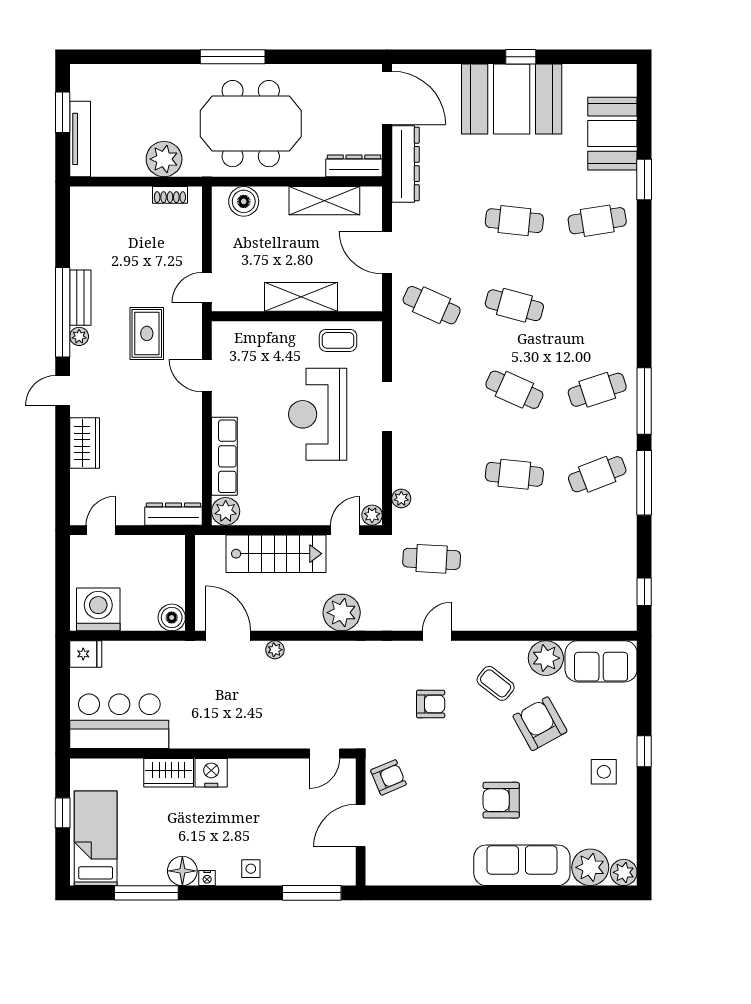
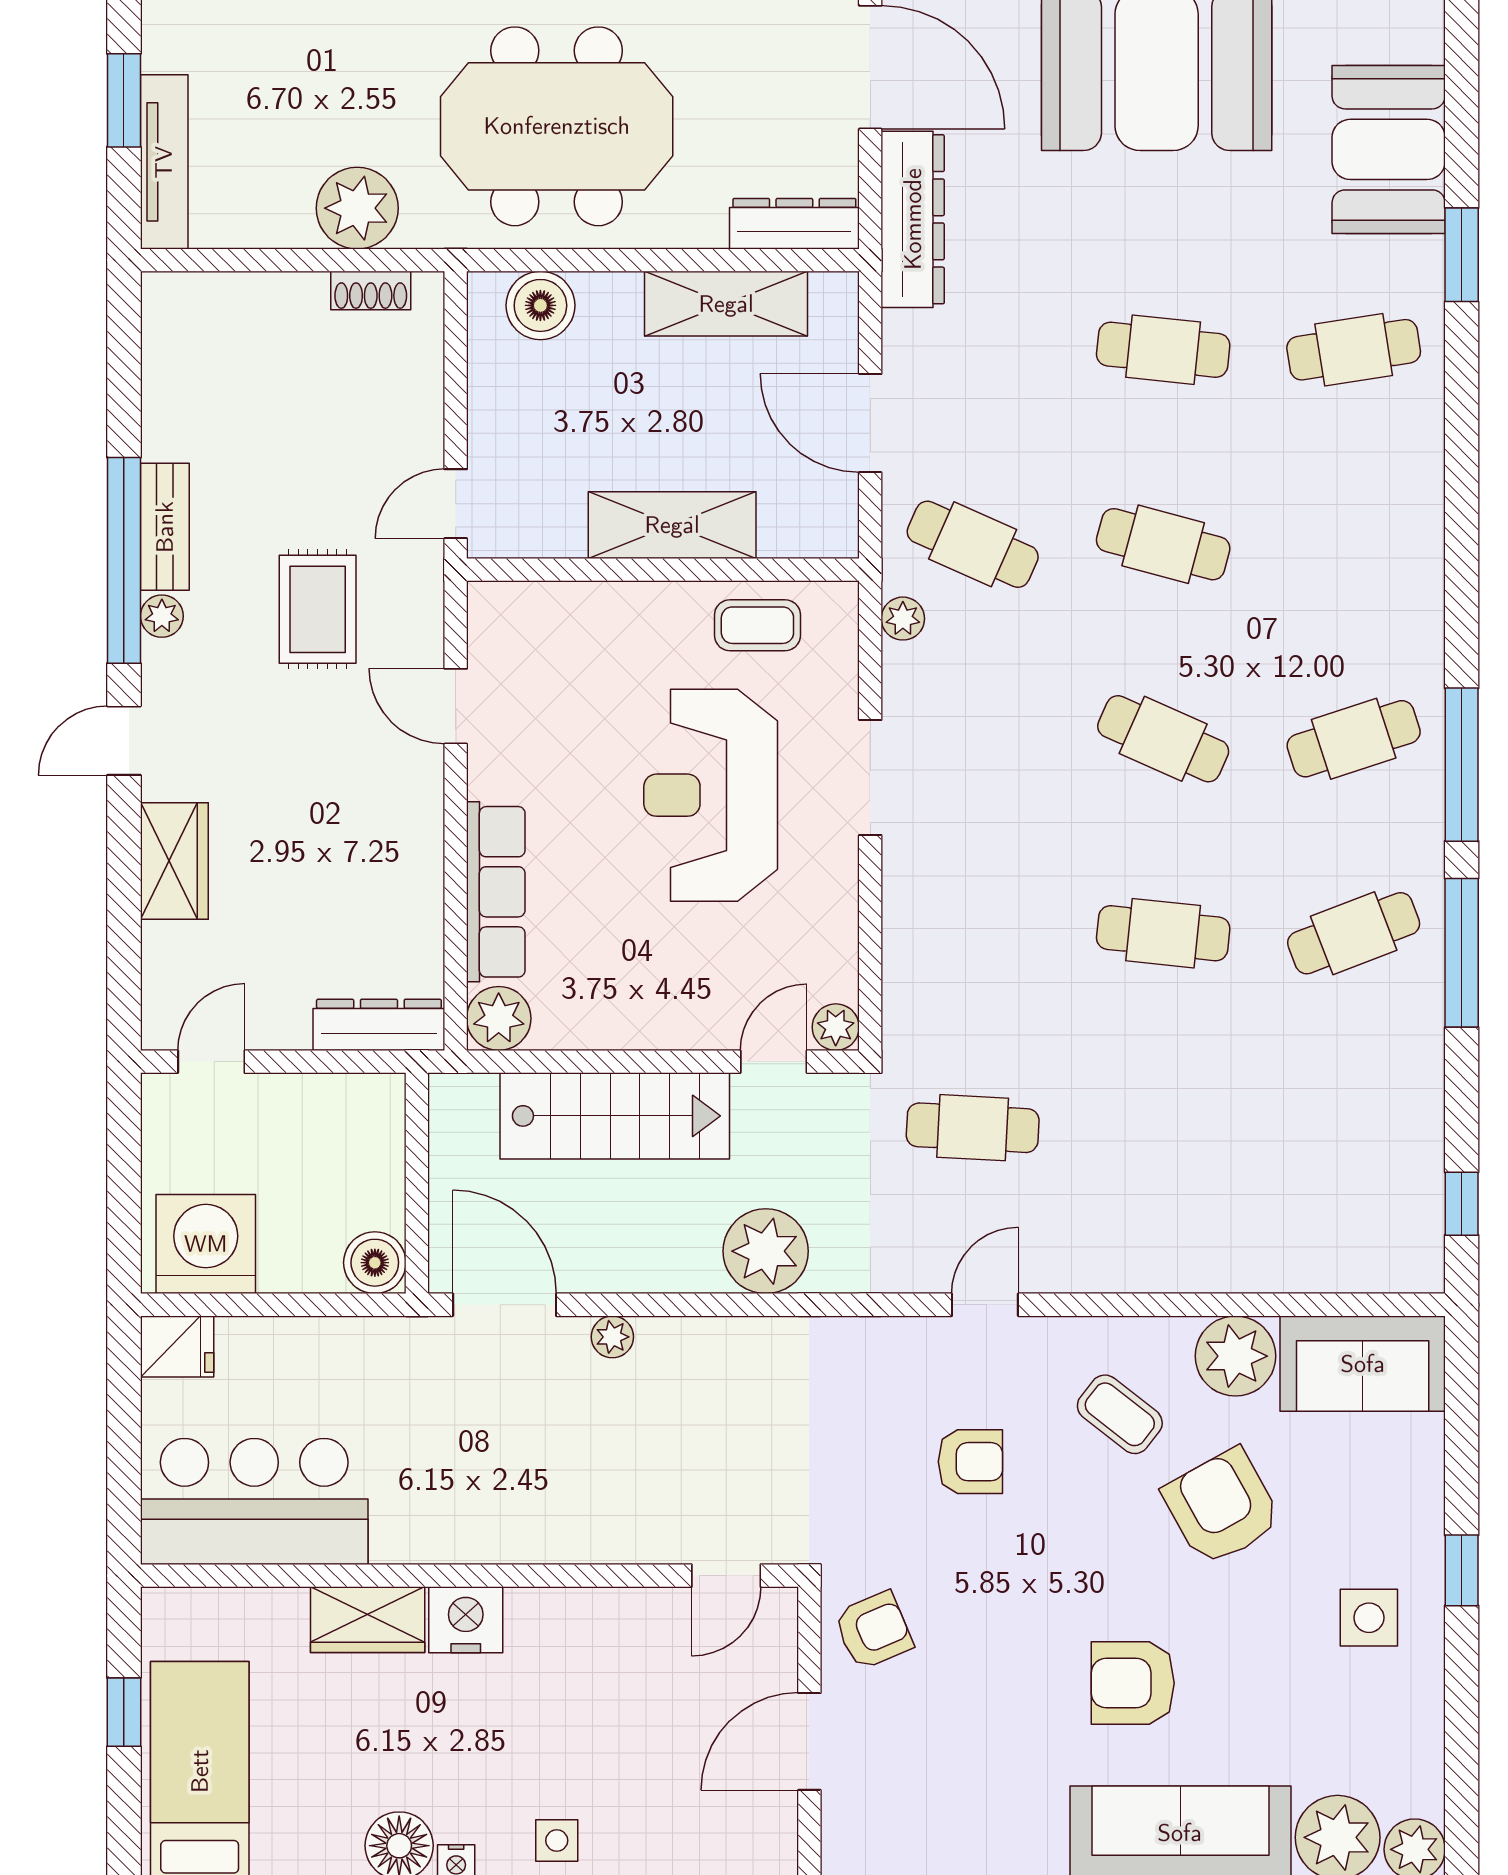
plant: (401, 499) -> (903, 619), moved

